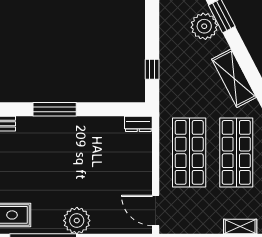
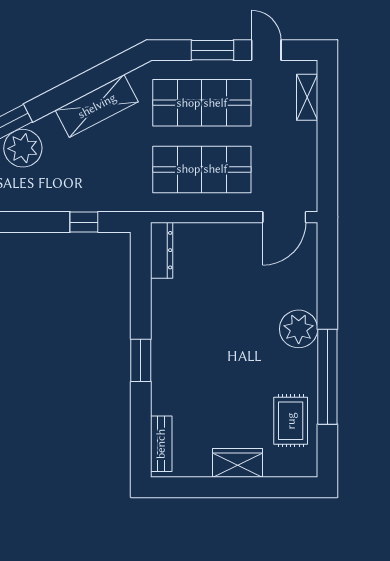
window: (55, 109) -> (141, 360), width x0.69
dresser: (138, 124) -> (162, 250), width x1.44

